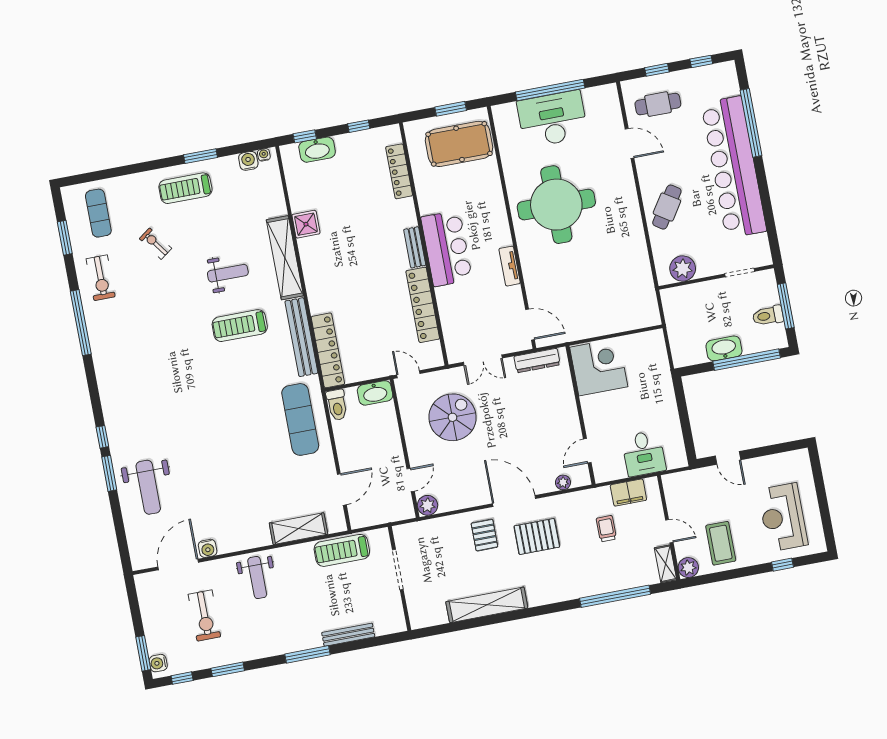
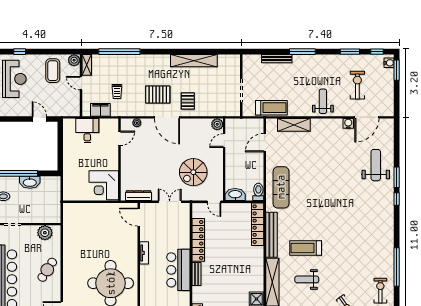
treadmill: (240, 326) -> (306, 248), turned 180

